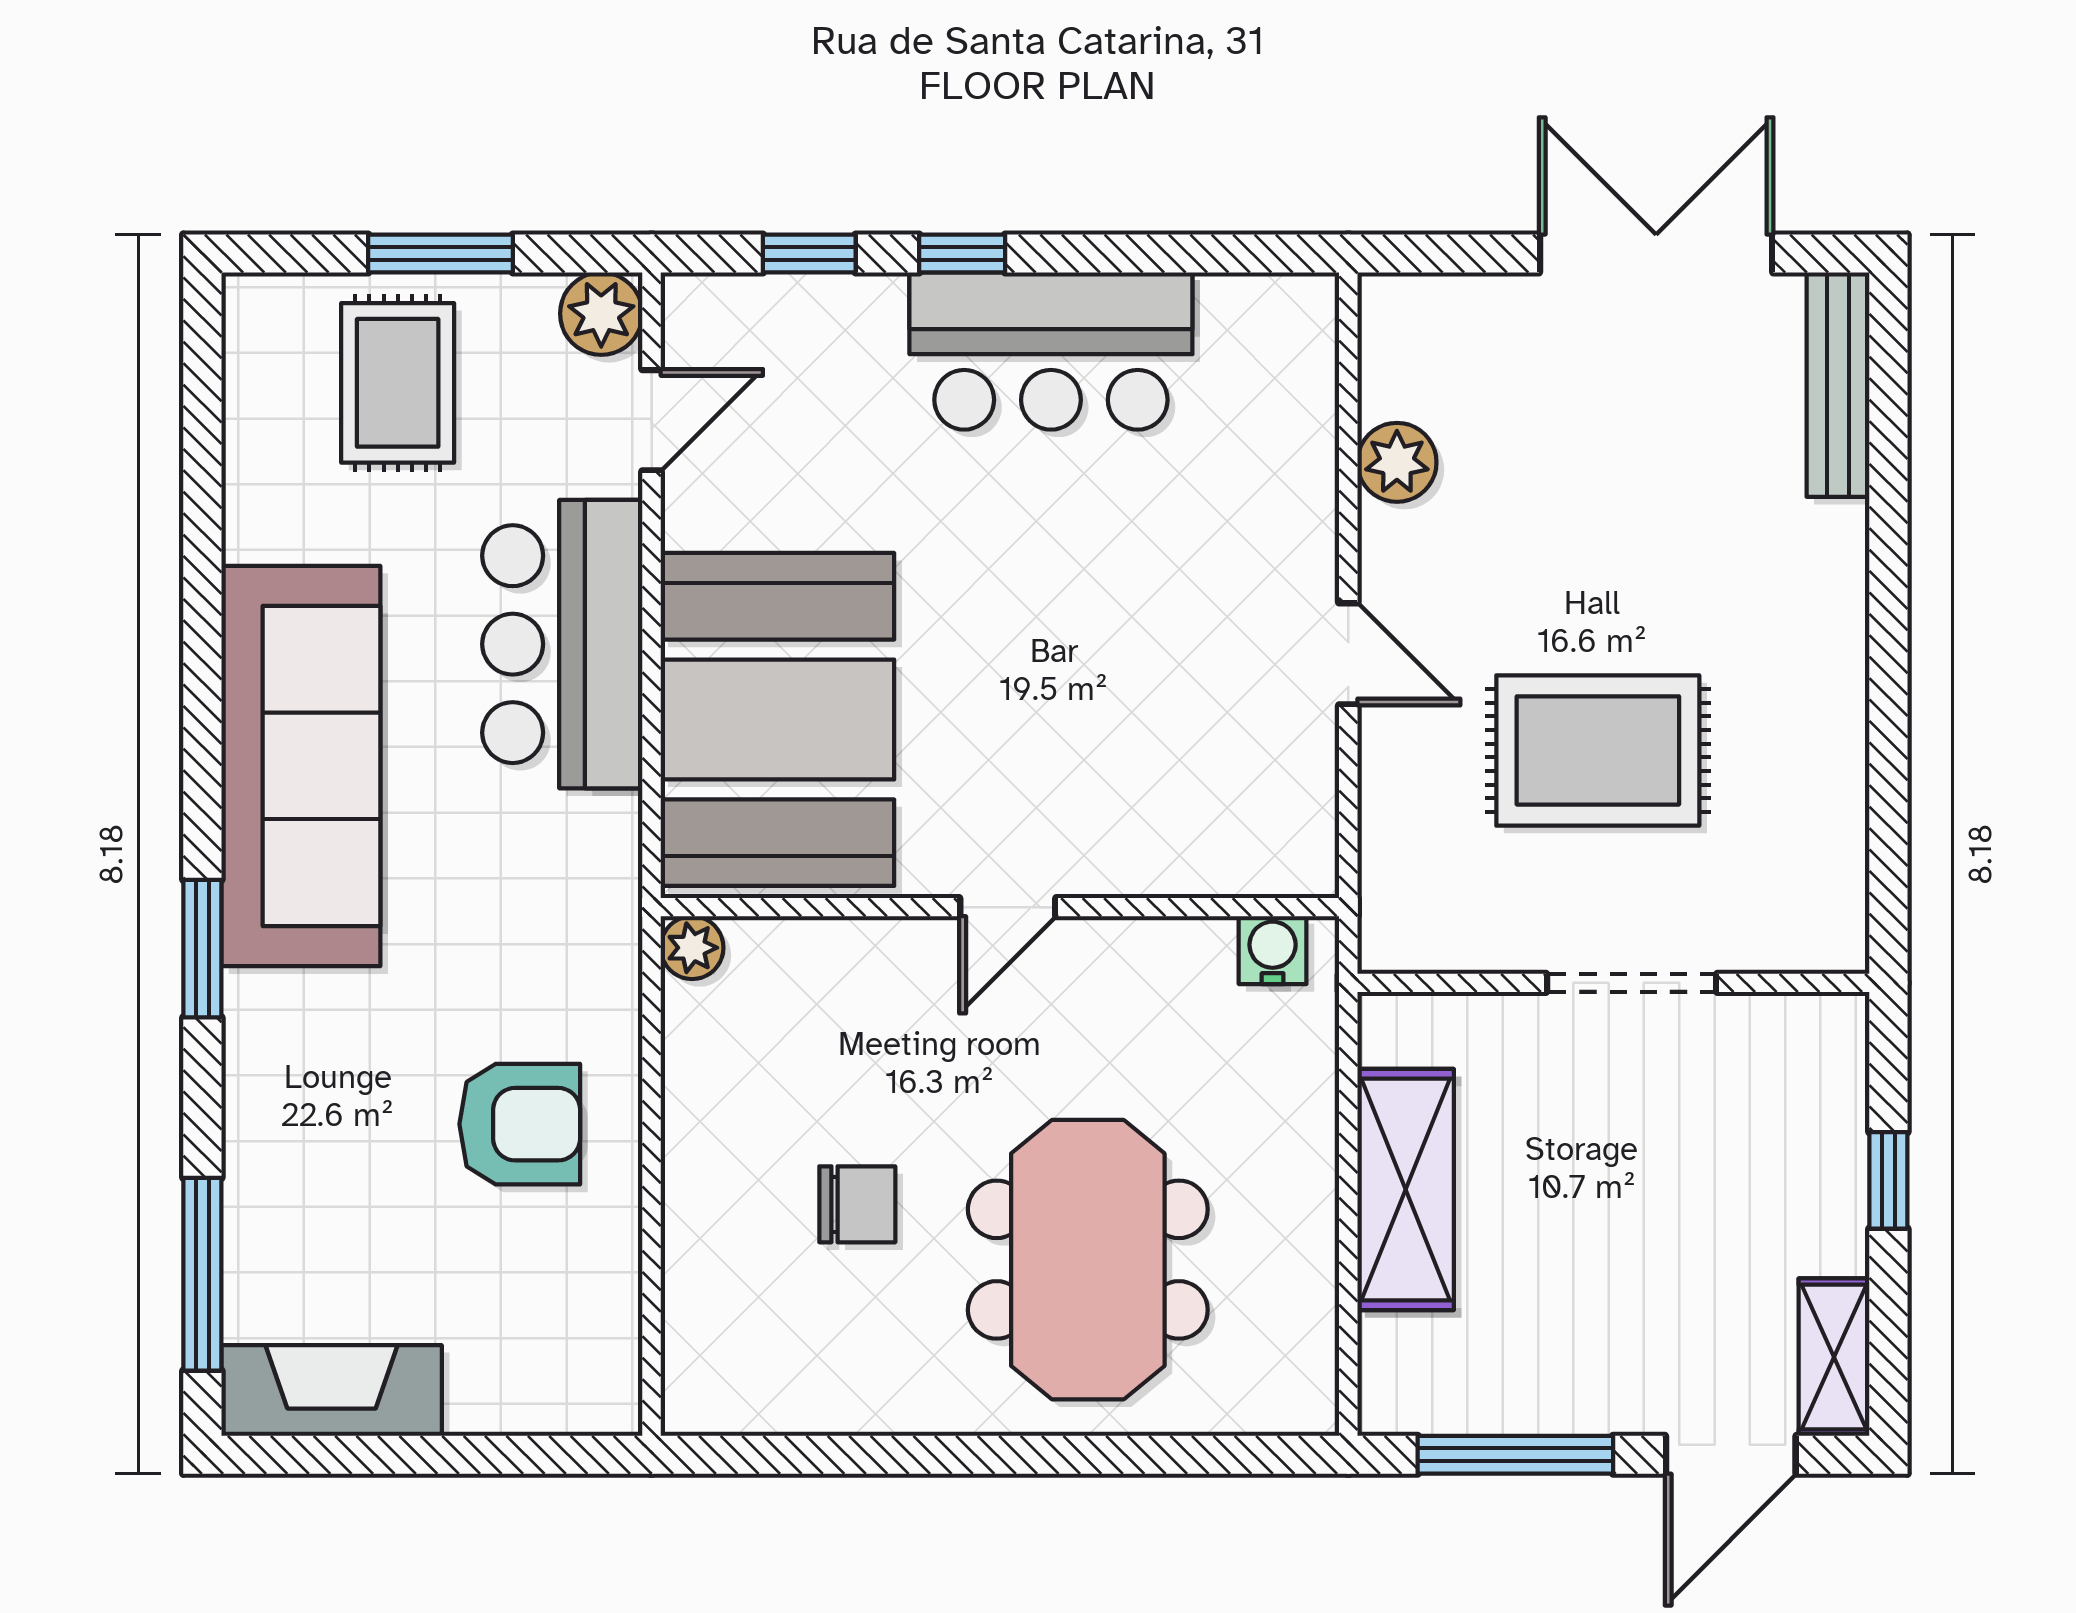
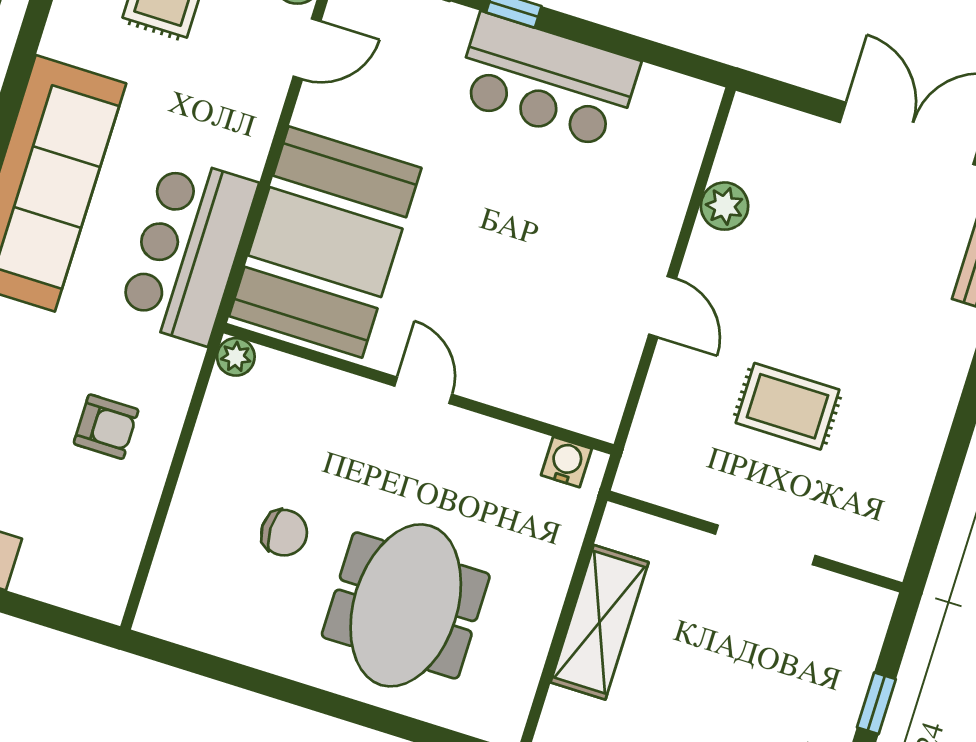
bar counter: (562, 644) -> (188, 251), moved
rug: (1598, 750) -> (788, 406), width x0.73, depth x0.70
door: (1008, 907) -> (423, 390), swing flipped
armchair: (520, 1124) -> (106, 427), width x0.72, depth x0.72

